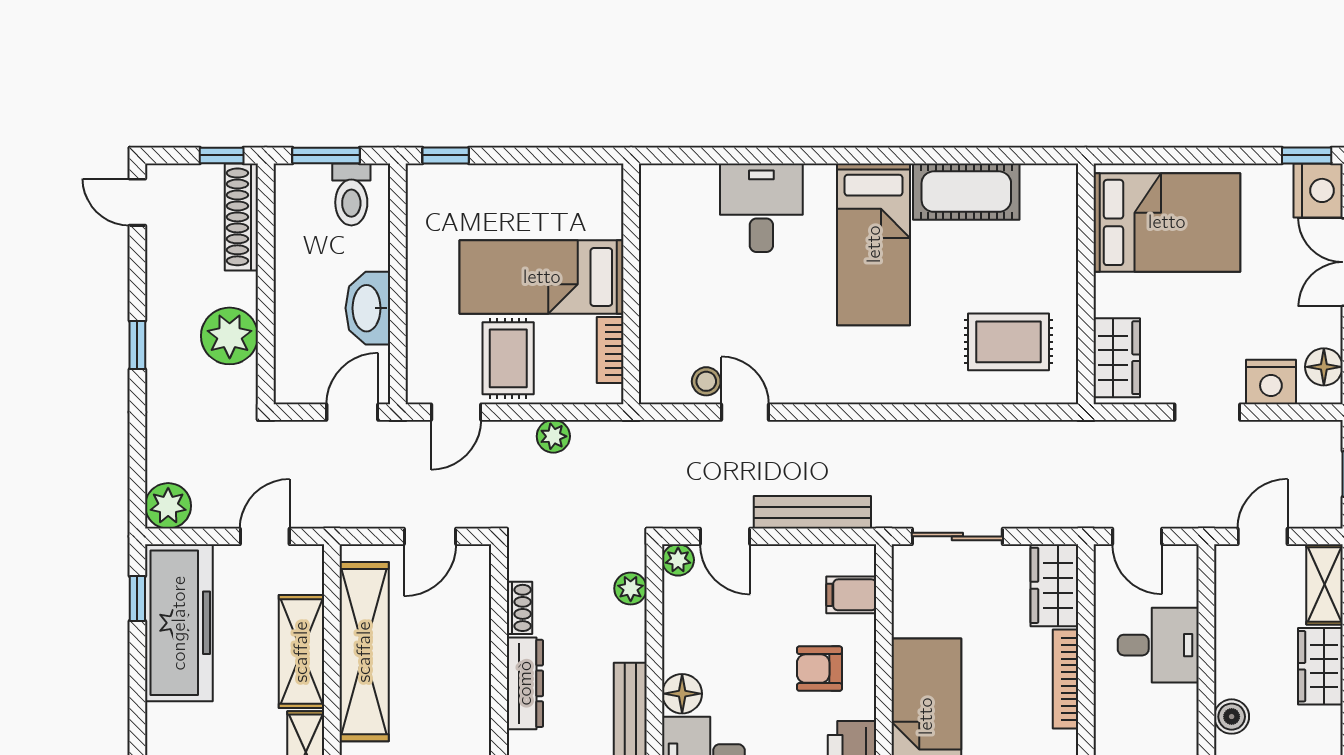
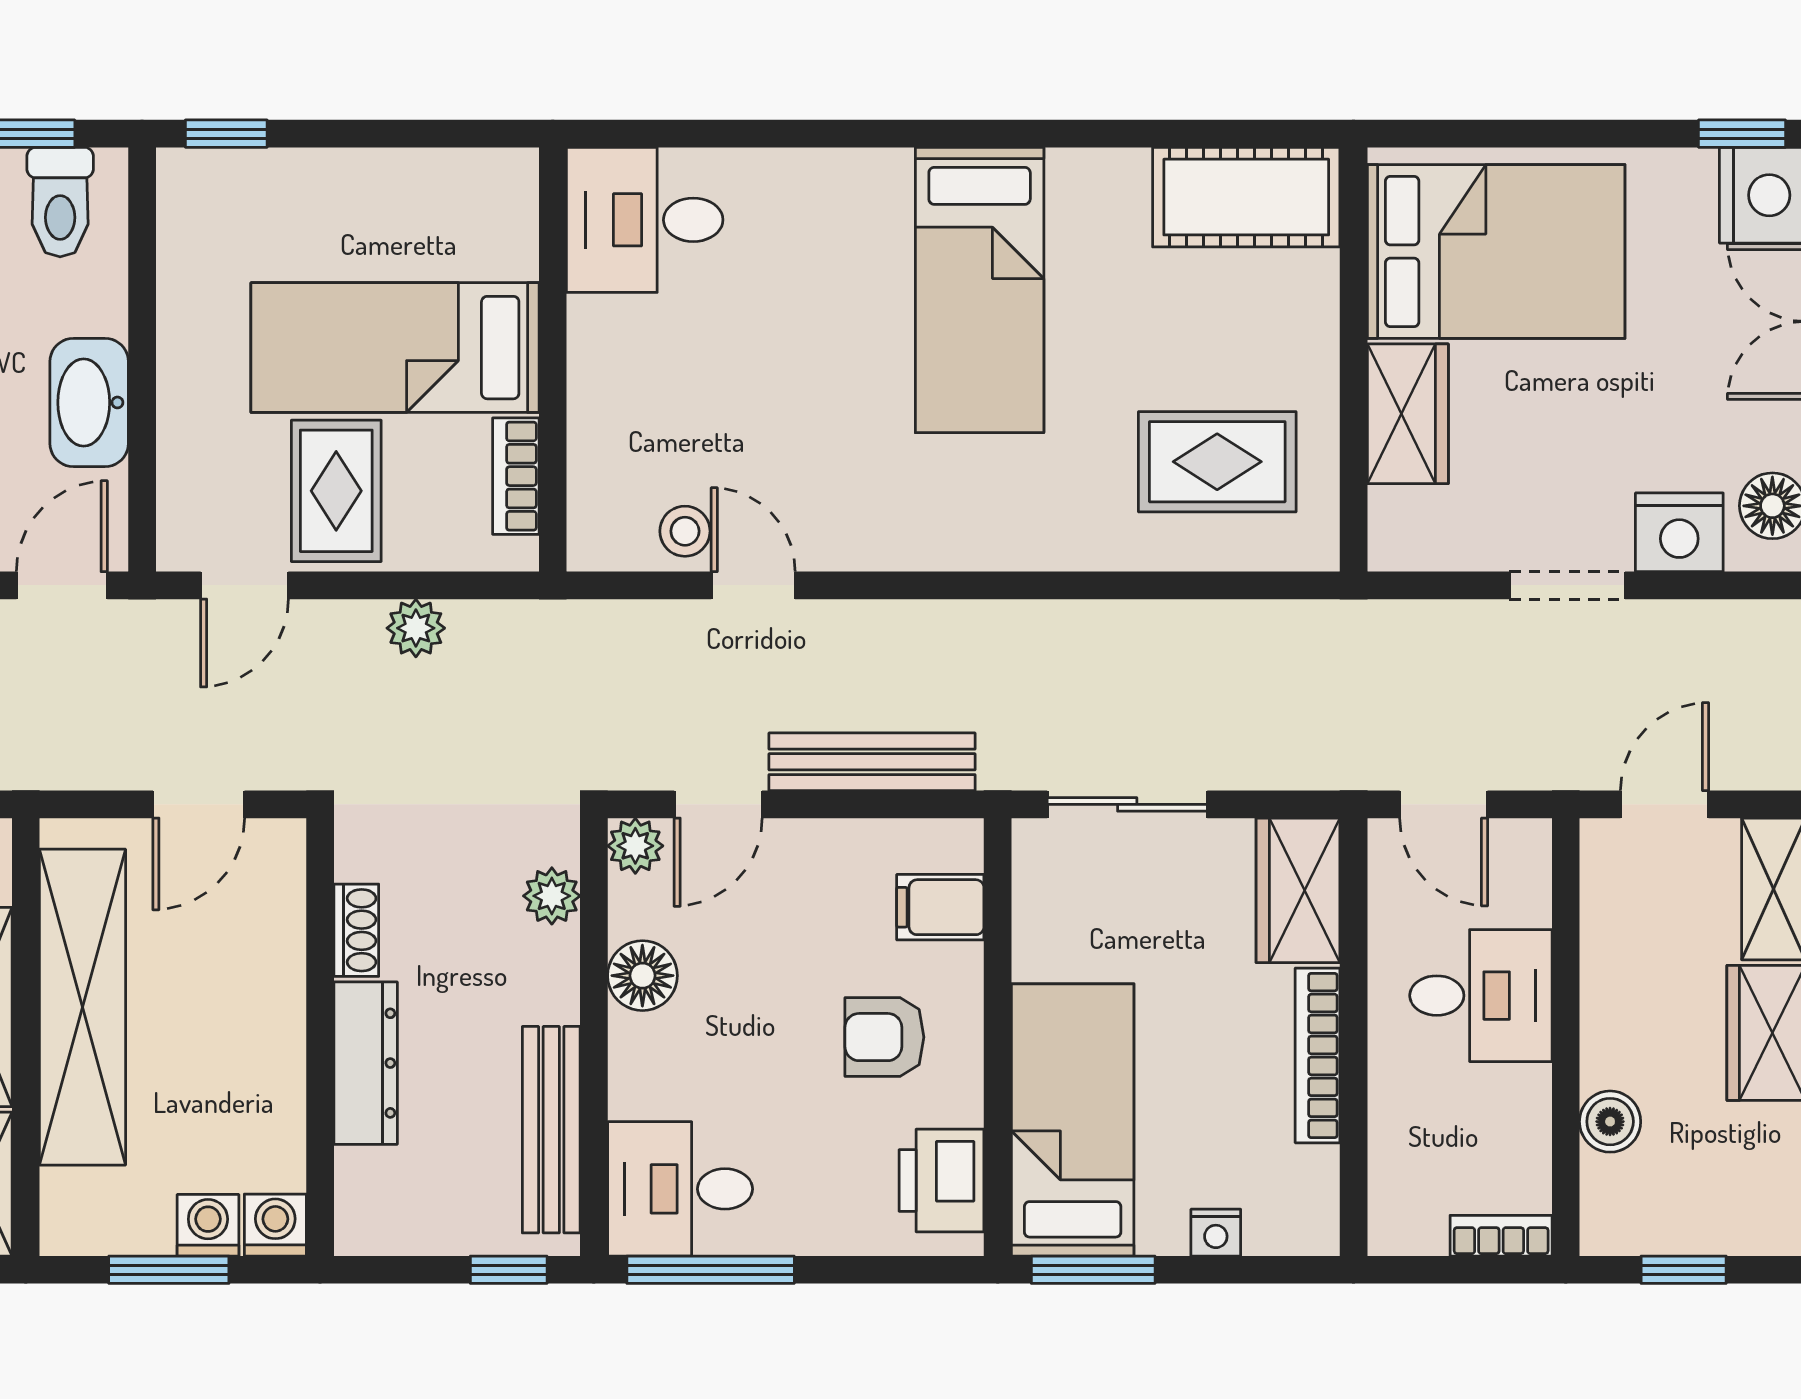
cot: (966, 192) -> (1246, 197), moved
desk: (761, 208) -> (645, 220), moved, turned -90
wardrobe: (1117, 358) -> (1408, 414), moved
door: (725, 536) -> (718, 804), hinge flipped
floor lamp: (682, 694) -> (642, 976), moved

